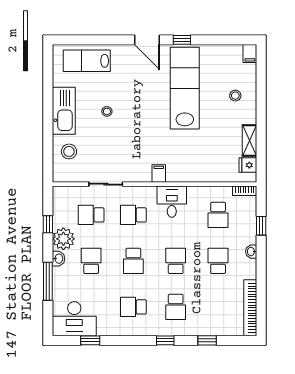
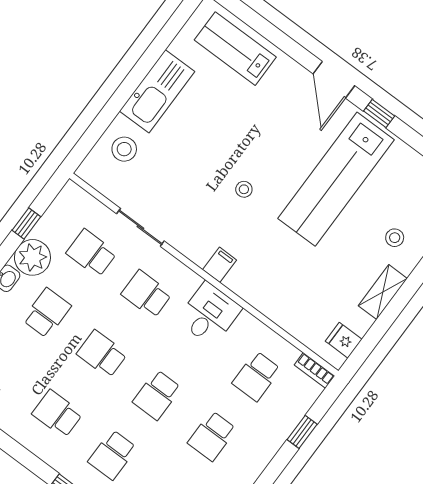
lab bench: (185, 88) -> (336, 179), turned 180
stool: (107, 111) -> (244, 189), moved
shelving: (249, 141) -> (383, 292), moved
washbasin: (251, 252) -> (264, 456), removed
school desk: (133, 261) -> (102, 354), turned 90
school desk: (176, 261) -> (157, 395), turned 180
school desk: (218, 261) -> (212, 436), turned 180

